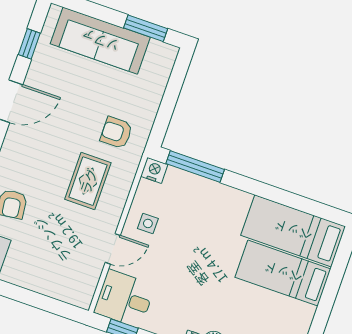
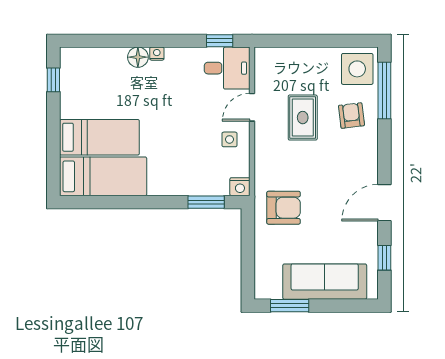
armchair: (116, 133) -> (283, 208), width x1.38, depth x1.38
window: (195, 167) -> (206, 202), width x0.69
rug: (88, 181) -> (303, 118), moved

